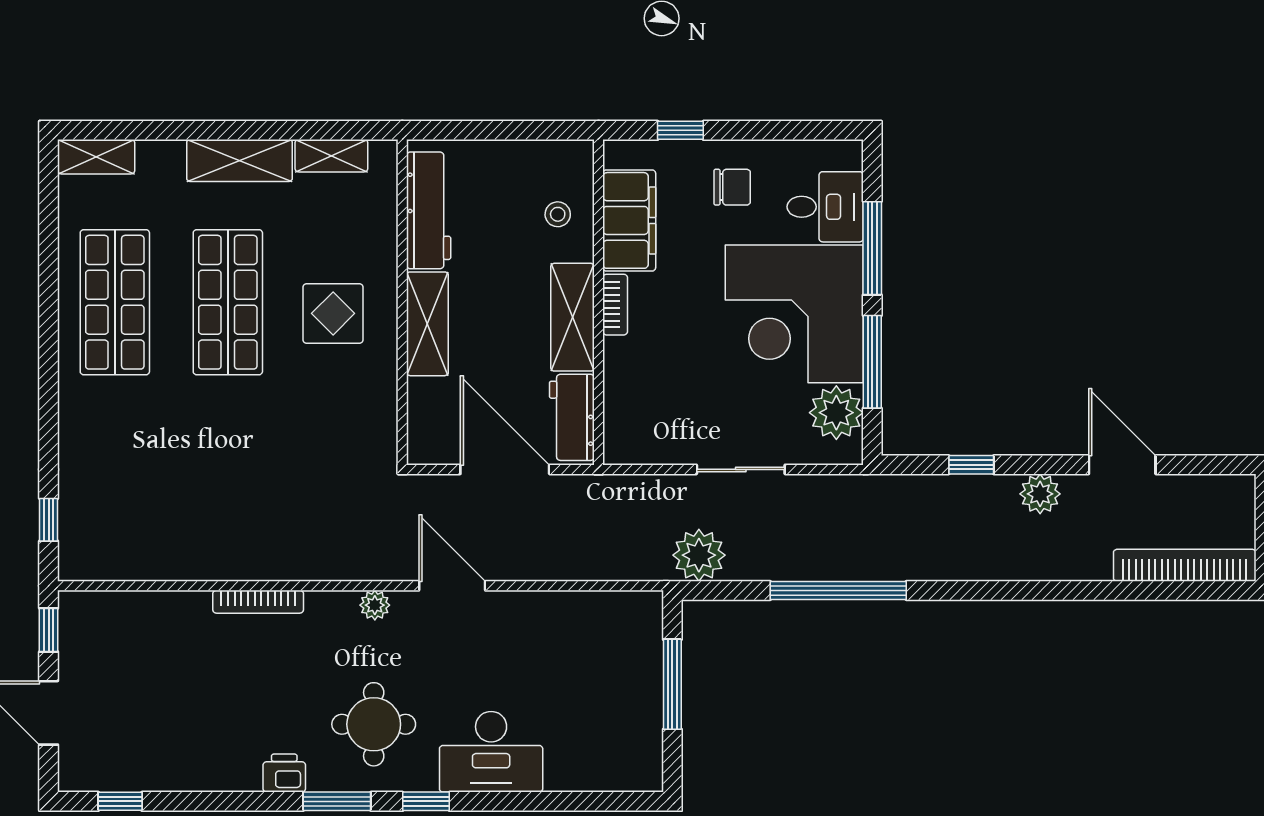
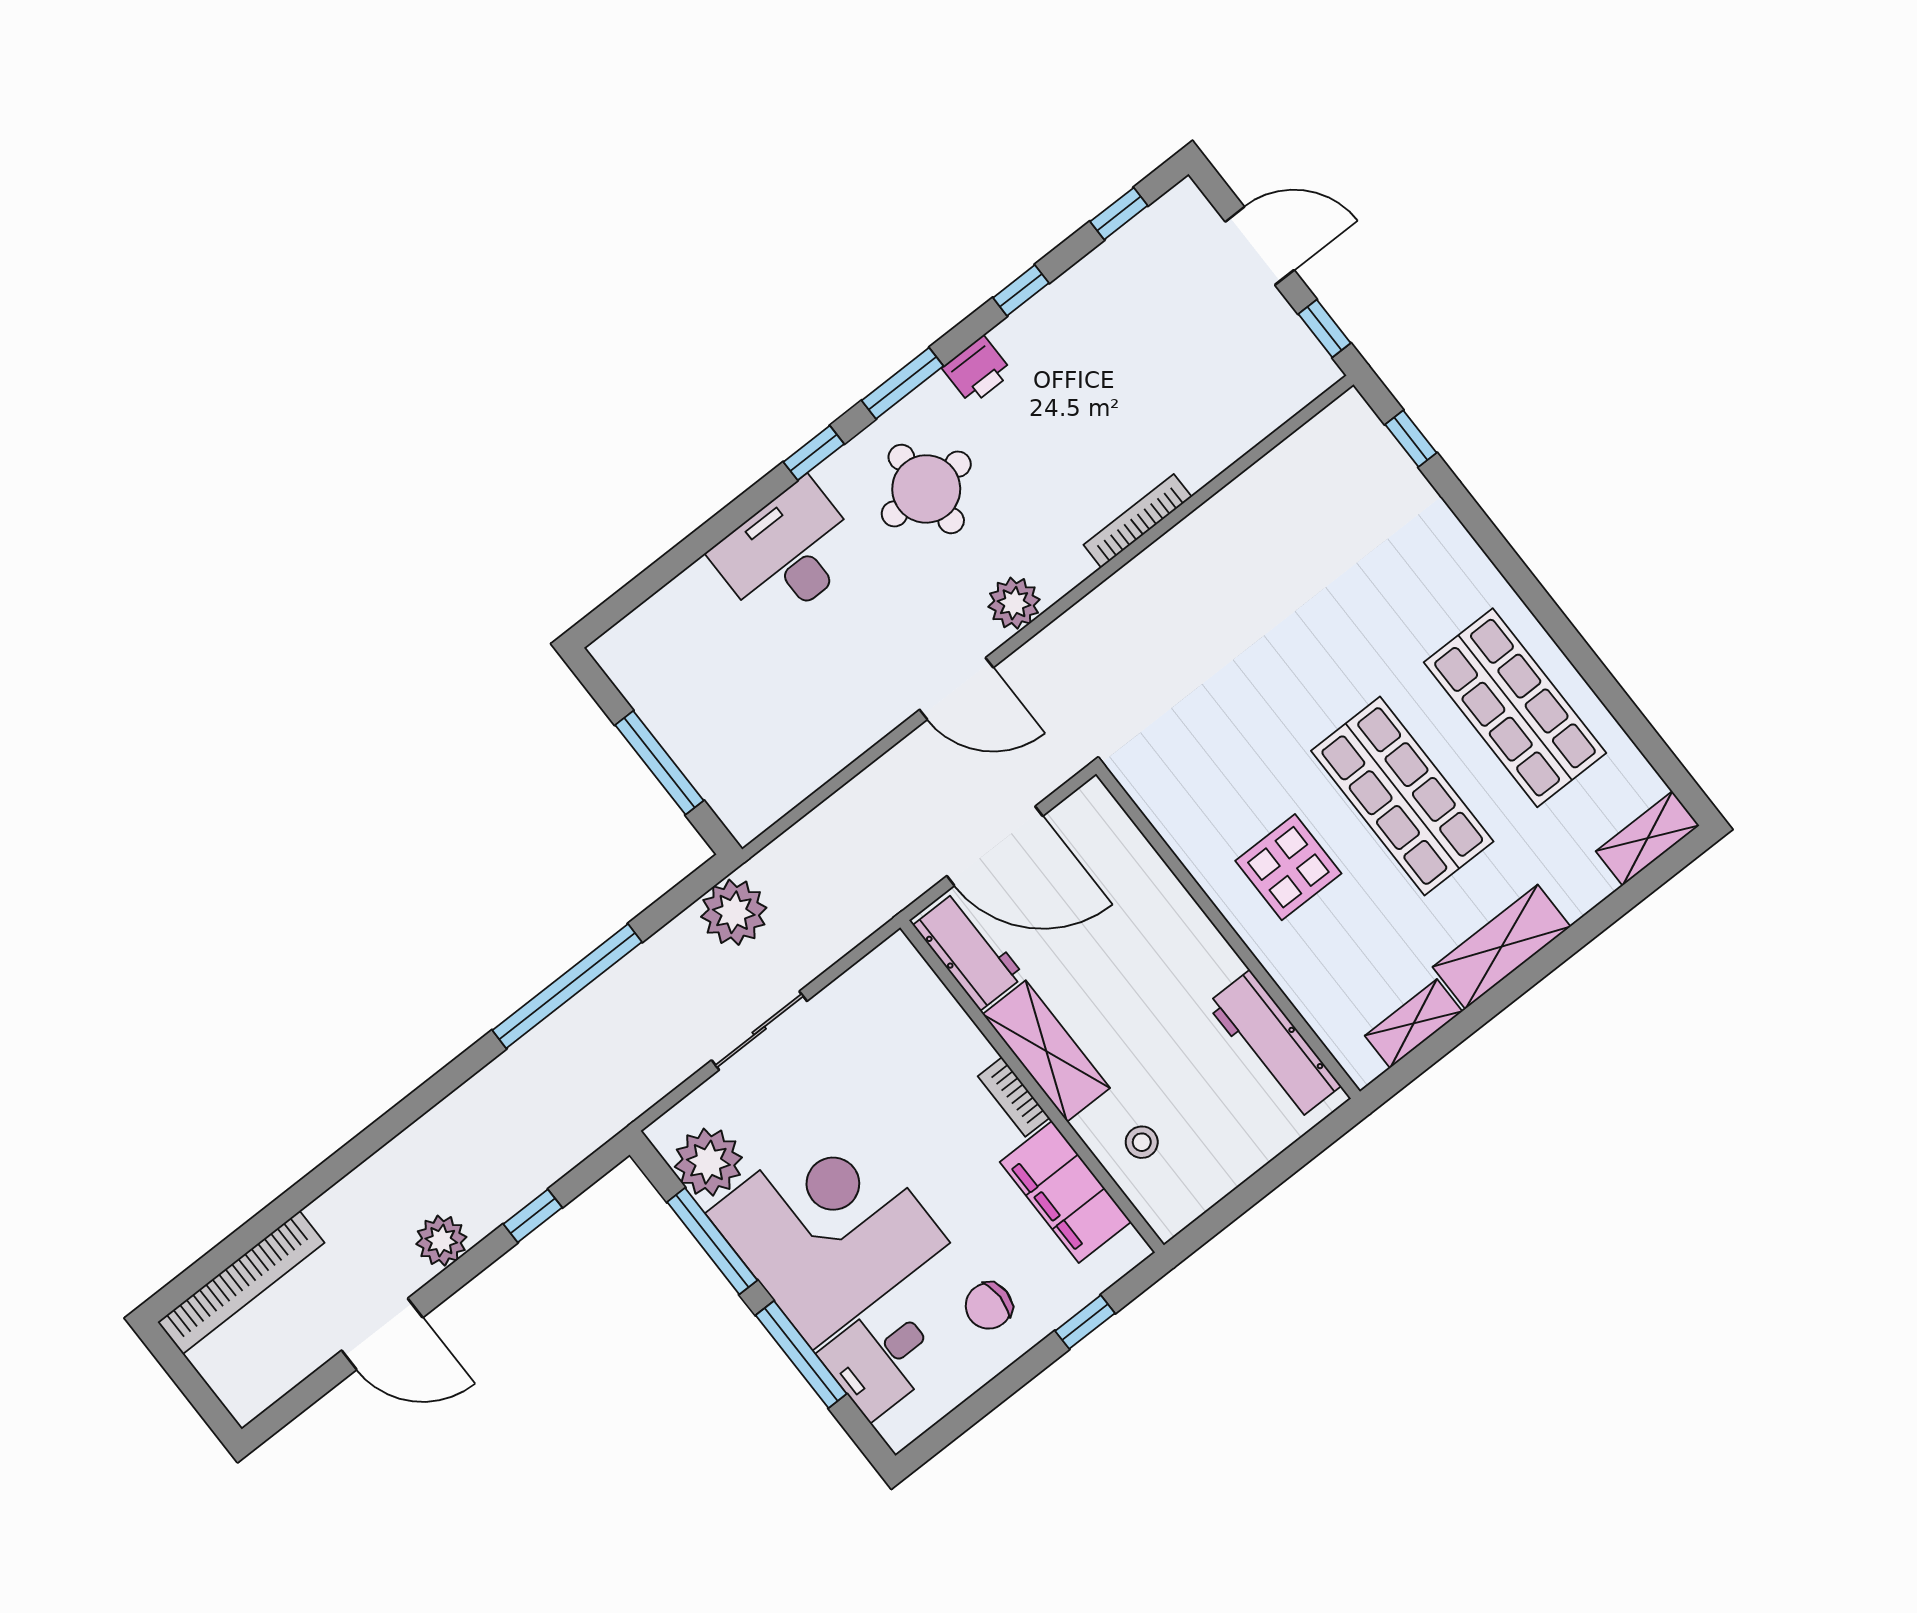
shelving: (427, 324) -> (1186, 931), removed
plant: (375, 605) -> (1014, 603), width x1.38, depth x1.38
window: (218, 801) -> (1021, 290), added

